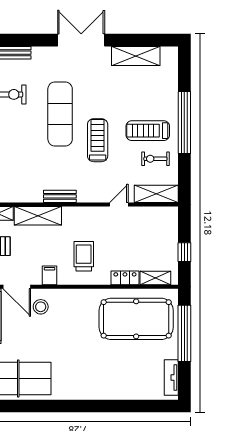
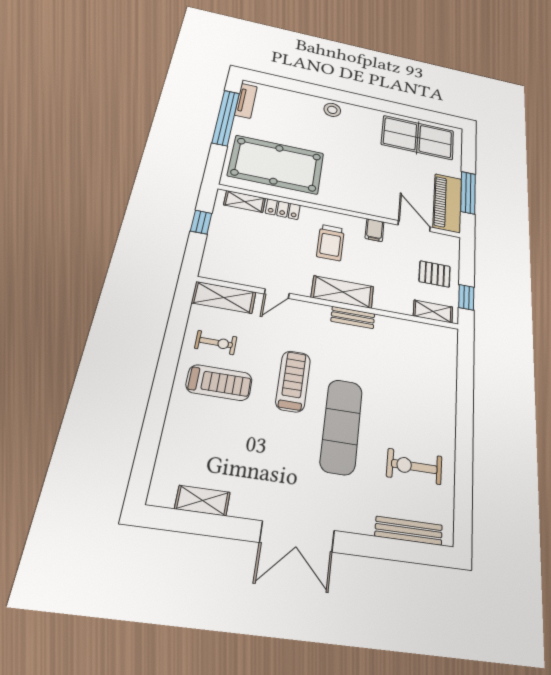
shelving: (136, 56) -> (202, 501), width x0.67, depth x0.75
window: (184, 123) -> (163, 385), removed
treadmill: (98, 140) -> (293, 381), turned 180
shelving: (38, 216) -> (342, 292), moved
stool: (41, 307) -> (332, 110), moved
window: (184, 333) -> (226, 118), moved

